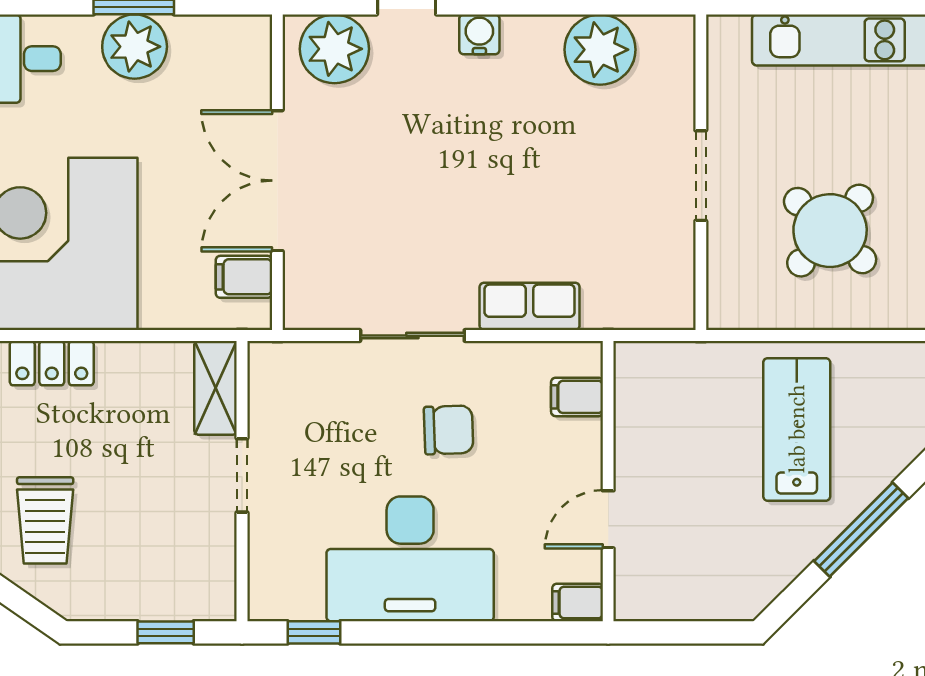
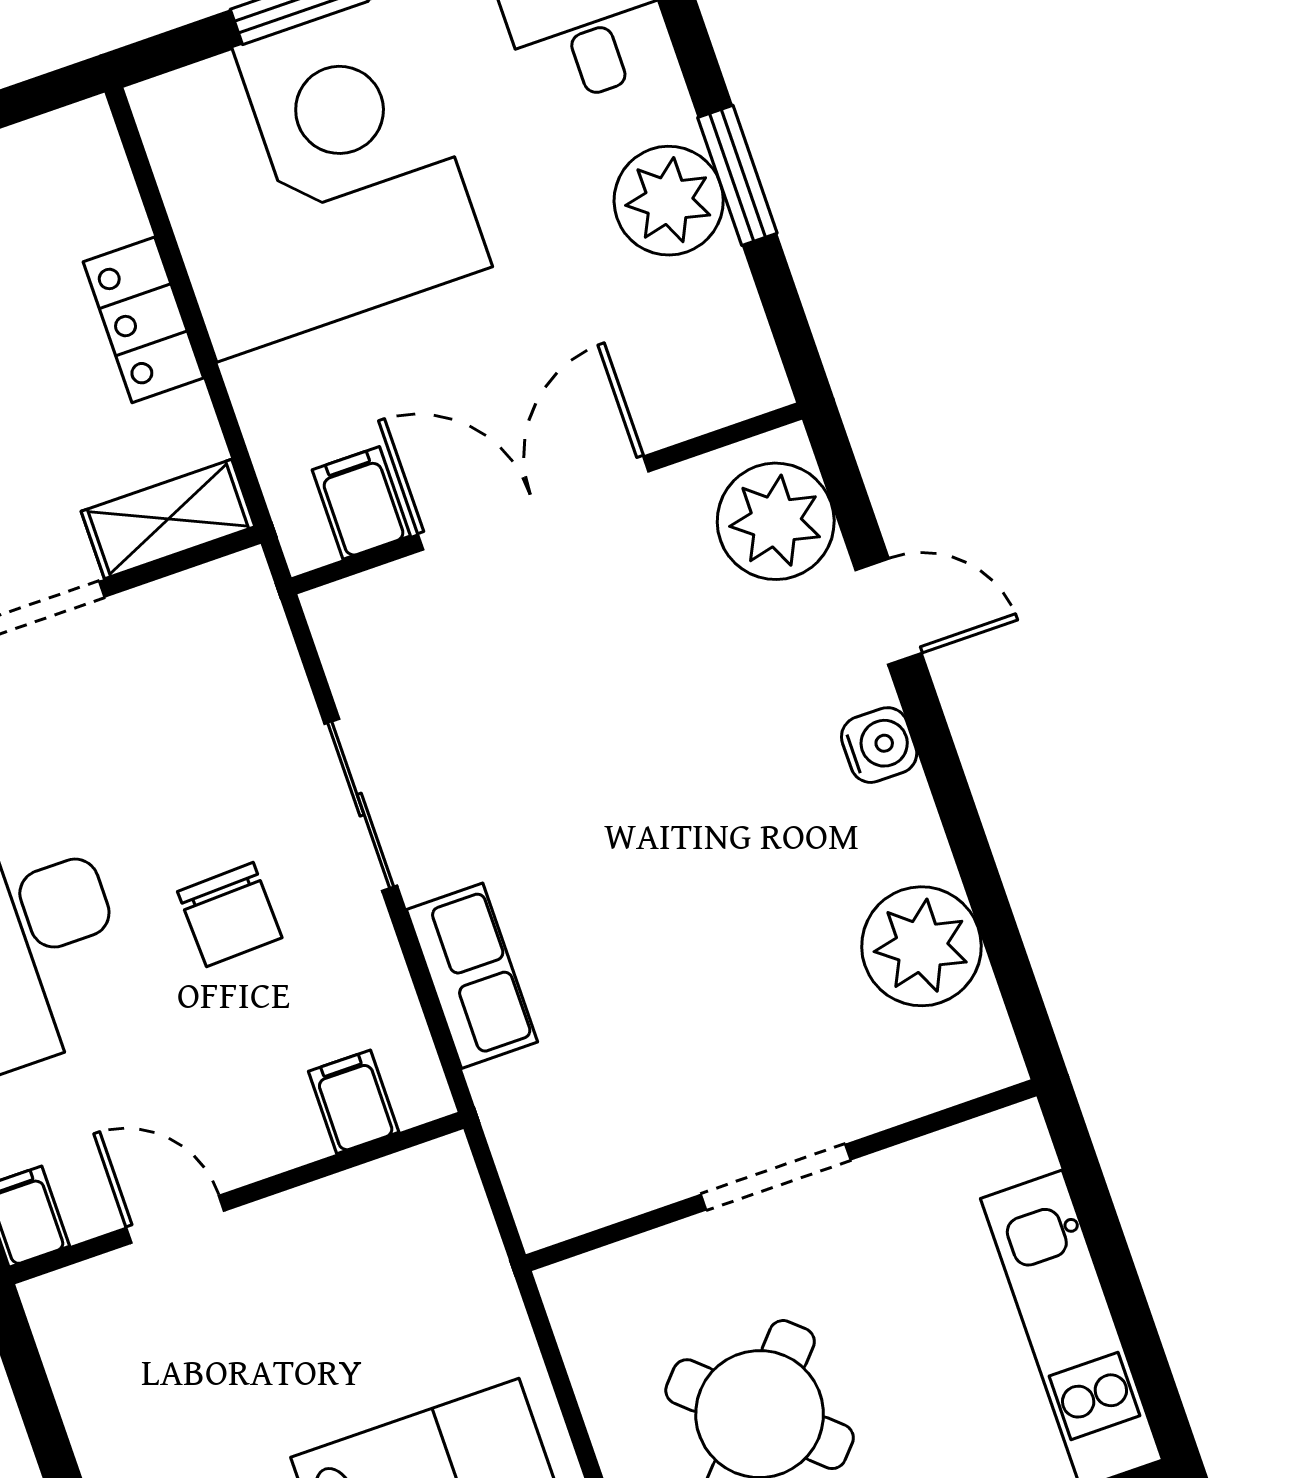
locker: (52, 363) -> (143, 320), moved

